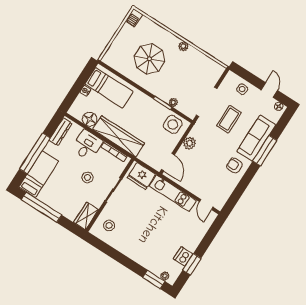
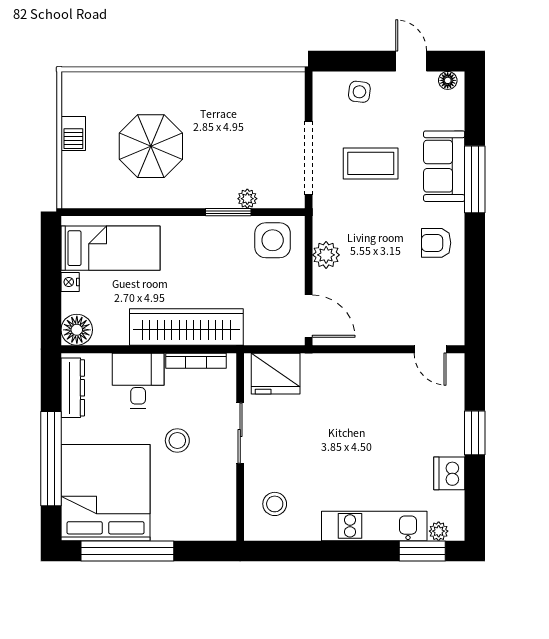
barbecue: (134, 18) -> (73, 133), moved
plant: (183, 46) -> (199, 82), removed
floor lamp: (90, 119) -> (77, 330), moved
coffee table: (229, 119) -> (371, 163), turned 90
sofa: (256, 138) -> (444, 166), width x0.73
bed: (39, 174) -> (106, 493), width x2.04
kitchen unit: (173, 193) -> (374, 526), moved, turned 180
wardrobe: (86, 216) -> (221, 514), removed
window: (192, 264) -> (475, 433), moved

